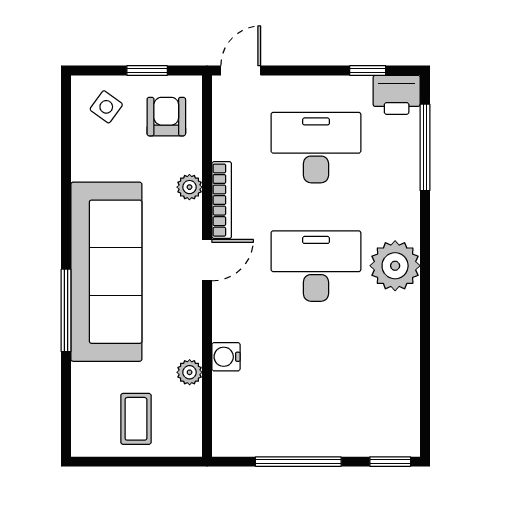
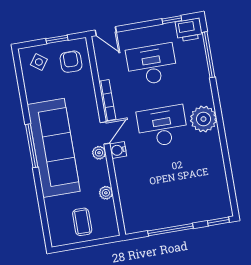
door: (241, 71) -> (106, 31), swing flipped
plant: (189, 187) -> (99, 153), moved
window: (66, 310) -> (32, 146), moved
water cooler: (226, 357) -> (118, 150), moved

